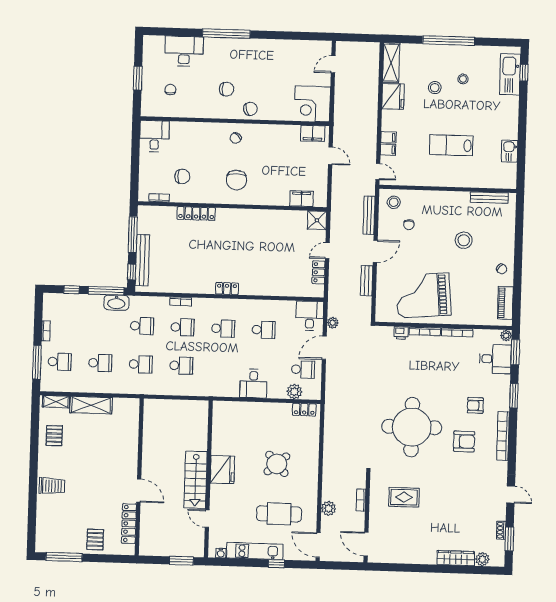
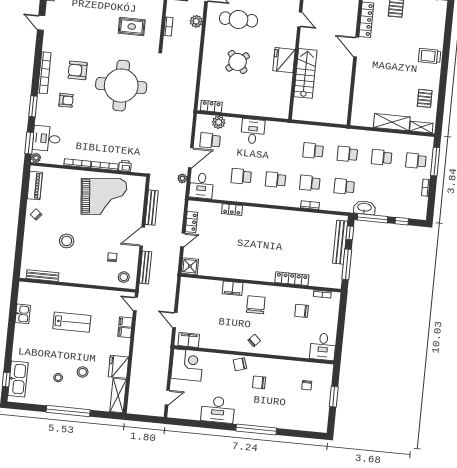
desk: (184, 51) -> (218, 410), moved
filing cabinet: (301, 199) -> (233, 288), moved
bench: (367, 281) -> (152, 208), width x1.36
locker: (227, 289) -> (232, 210), moved
stairs: (196, 480) -> (305, 73), moved

